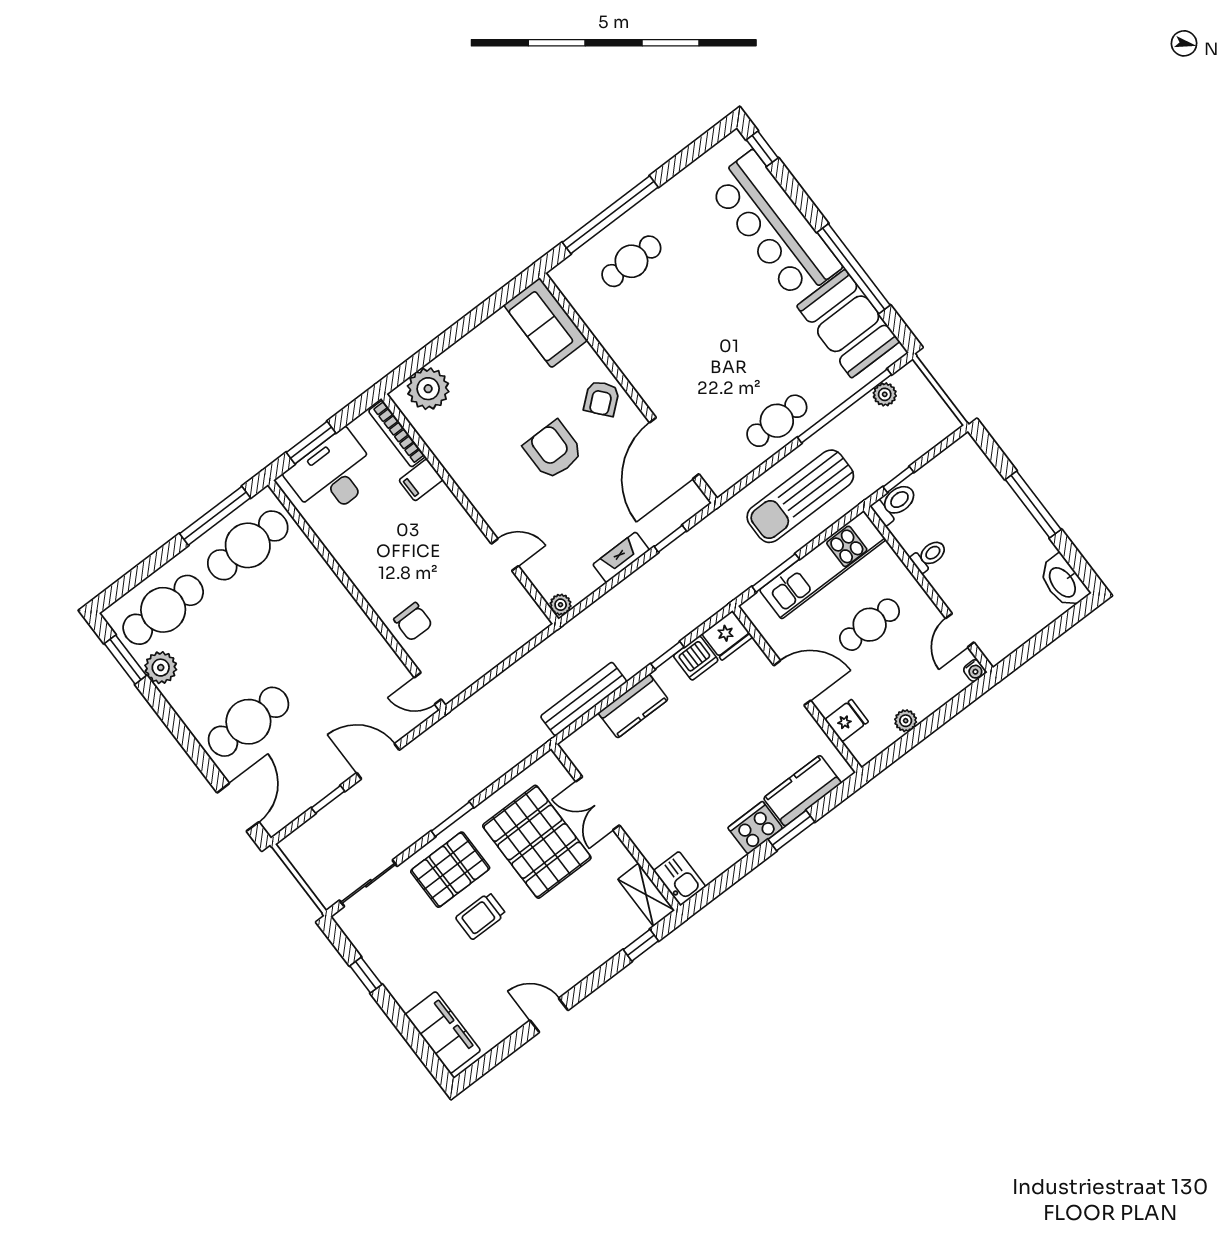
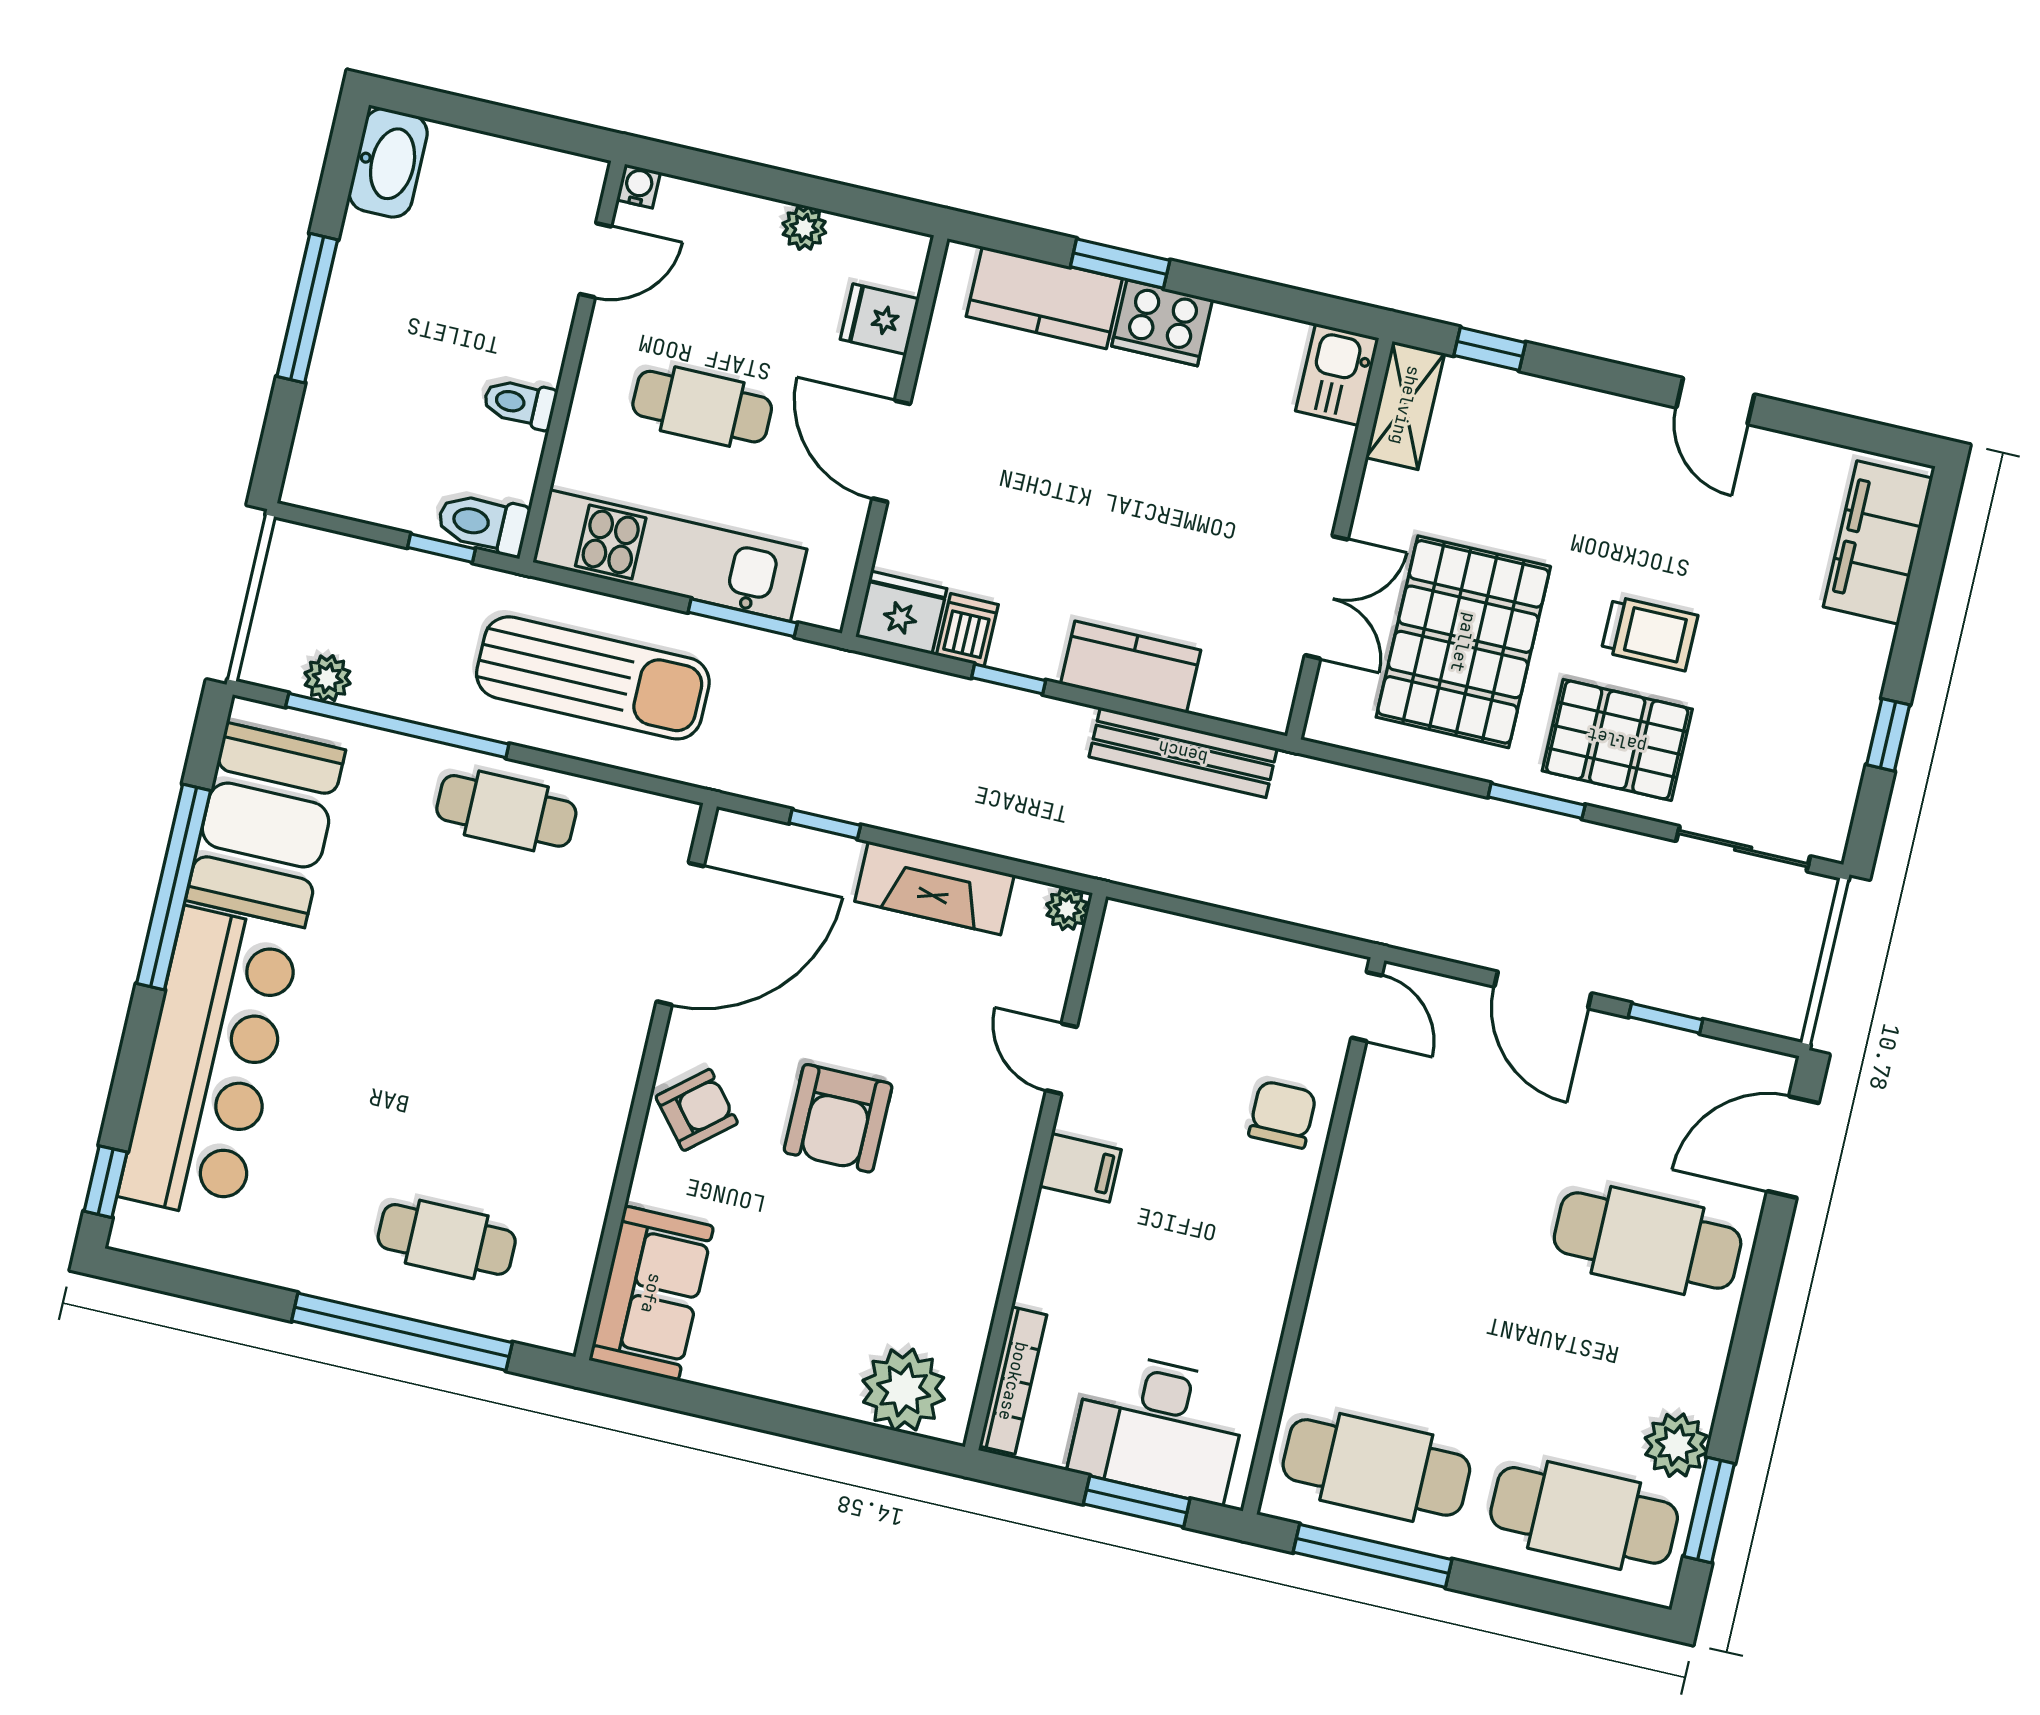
filing cabinet: (421, 480) -> (1080, 1168), moved
fireplace: (621, 557) -> (934, 888), width x1.37, depth x1.32
dishwasher: (696, 658) -> (967, 630), width x0.73

